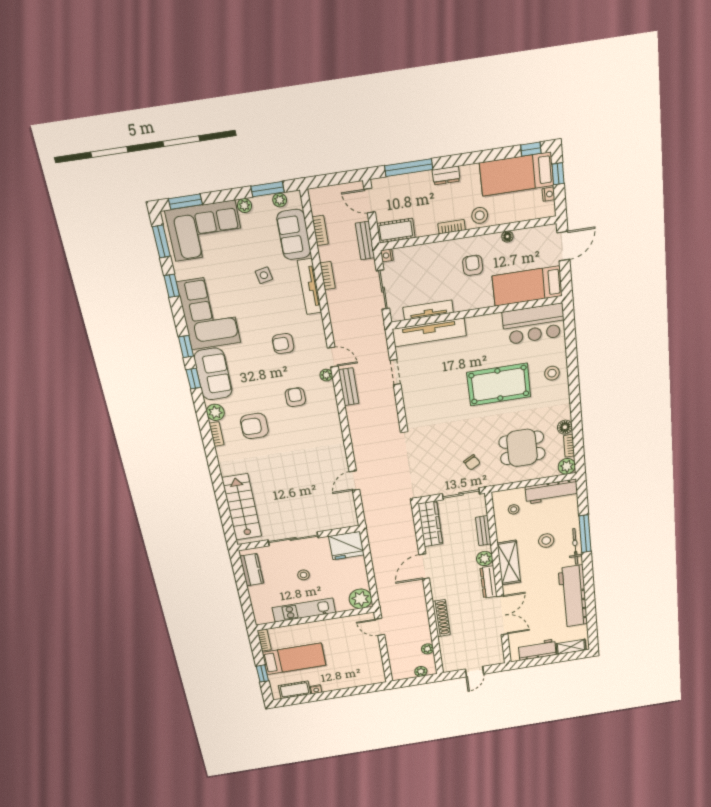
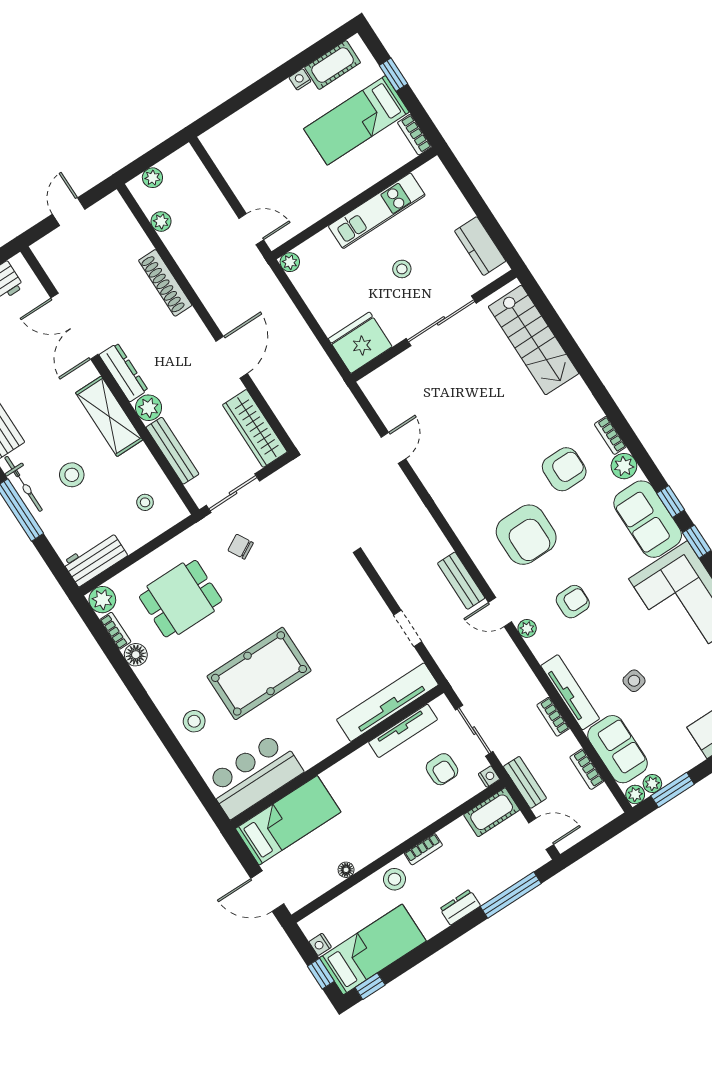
plant: (244, 206) -> (635, 794), moved
door: (563, 246) -> (267, 891), hinge flipped
armchair: (473, 265) -> (442, 769), moved
plant: (326, 375) -> (527, 628), moved
armchair: (295, 397) -> (526, 535), width x1.88, depth x1.88
workbench: (551, 491) -> (95, 559), width x0.73
bench: (483, 531) -> (172, 451), width x1.36
plant: (360, 599) -> (290, 262), width x0.53, depth x0.53

